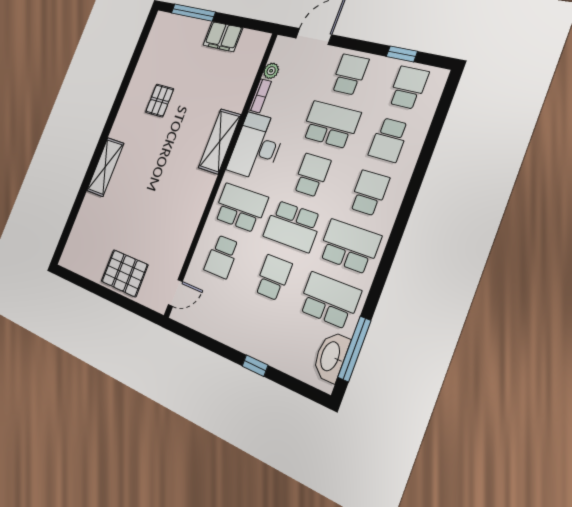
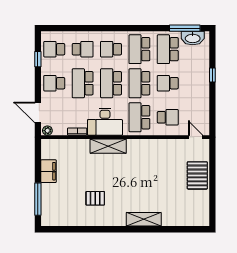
plant: (271, 71) -> (47, 131), moved
school desk: (312, 175) -> (111, 83), width x1.85
school desk: (292, 226) -> (139, 83), turned 180

